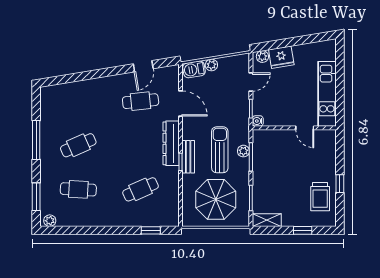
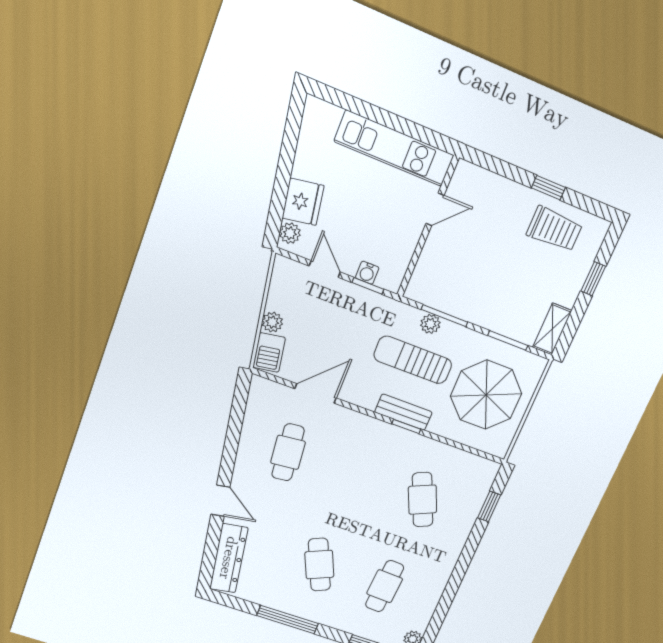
door: (143, 66) -> (220, 501), moved
water cooler: (258, 121) -> (367, 273), moved
dresser: (171, 143) -> (229, 558), moved, turned -99

